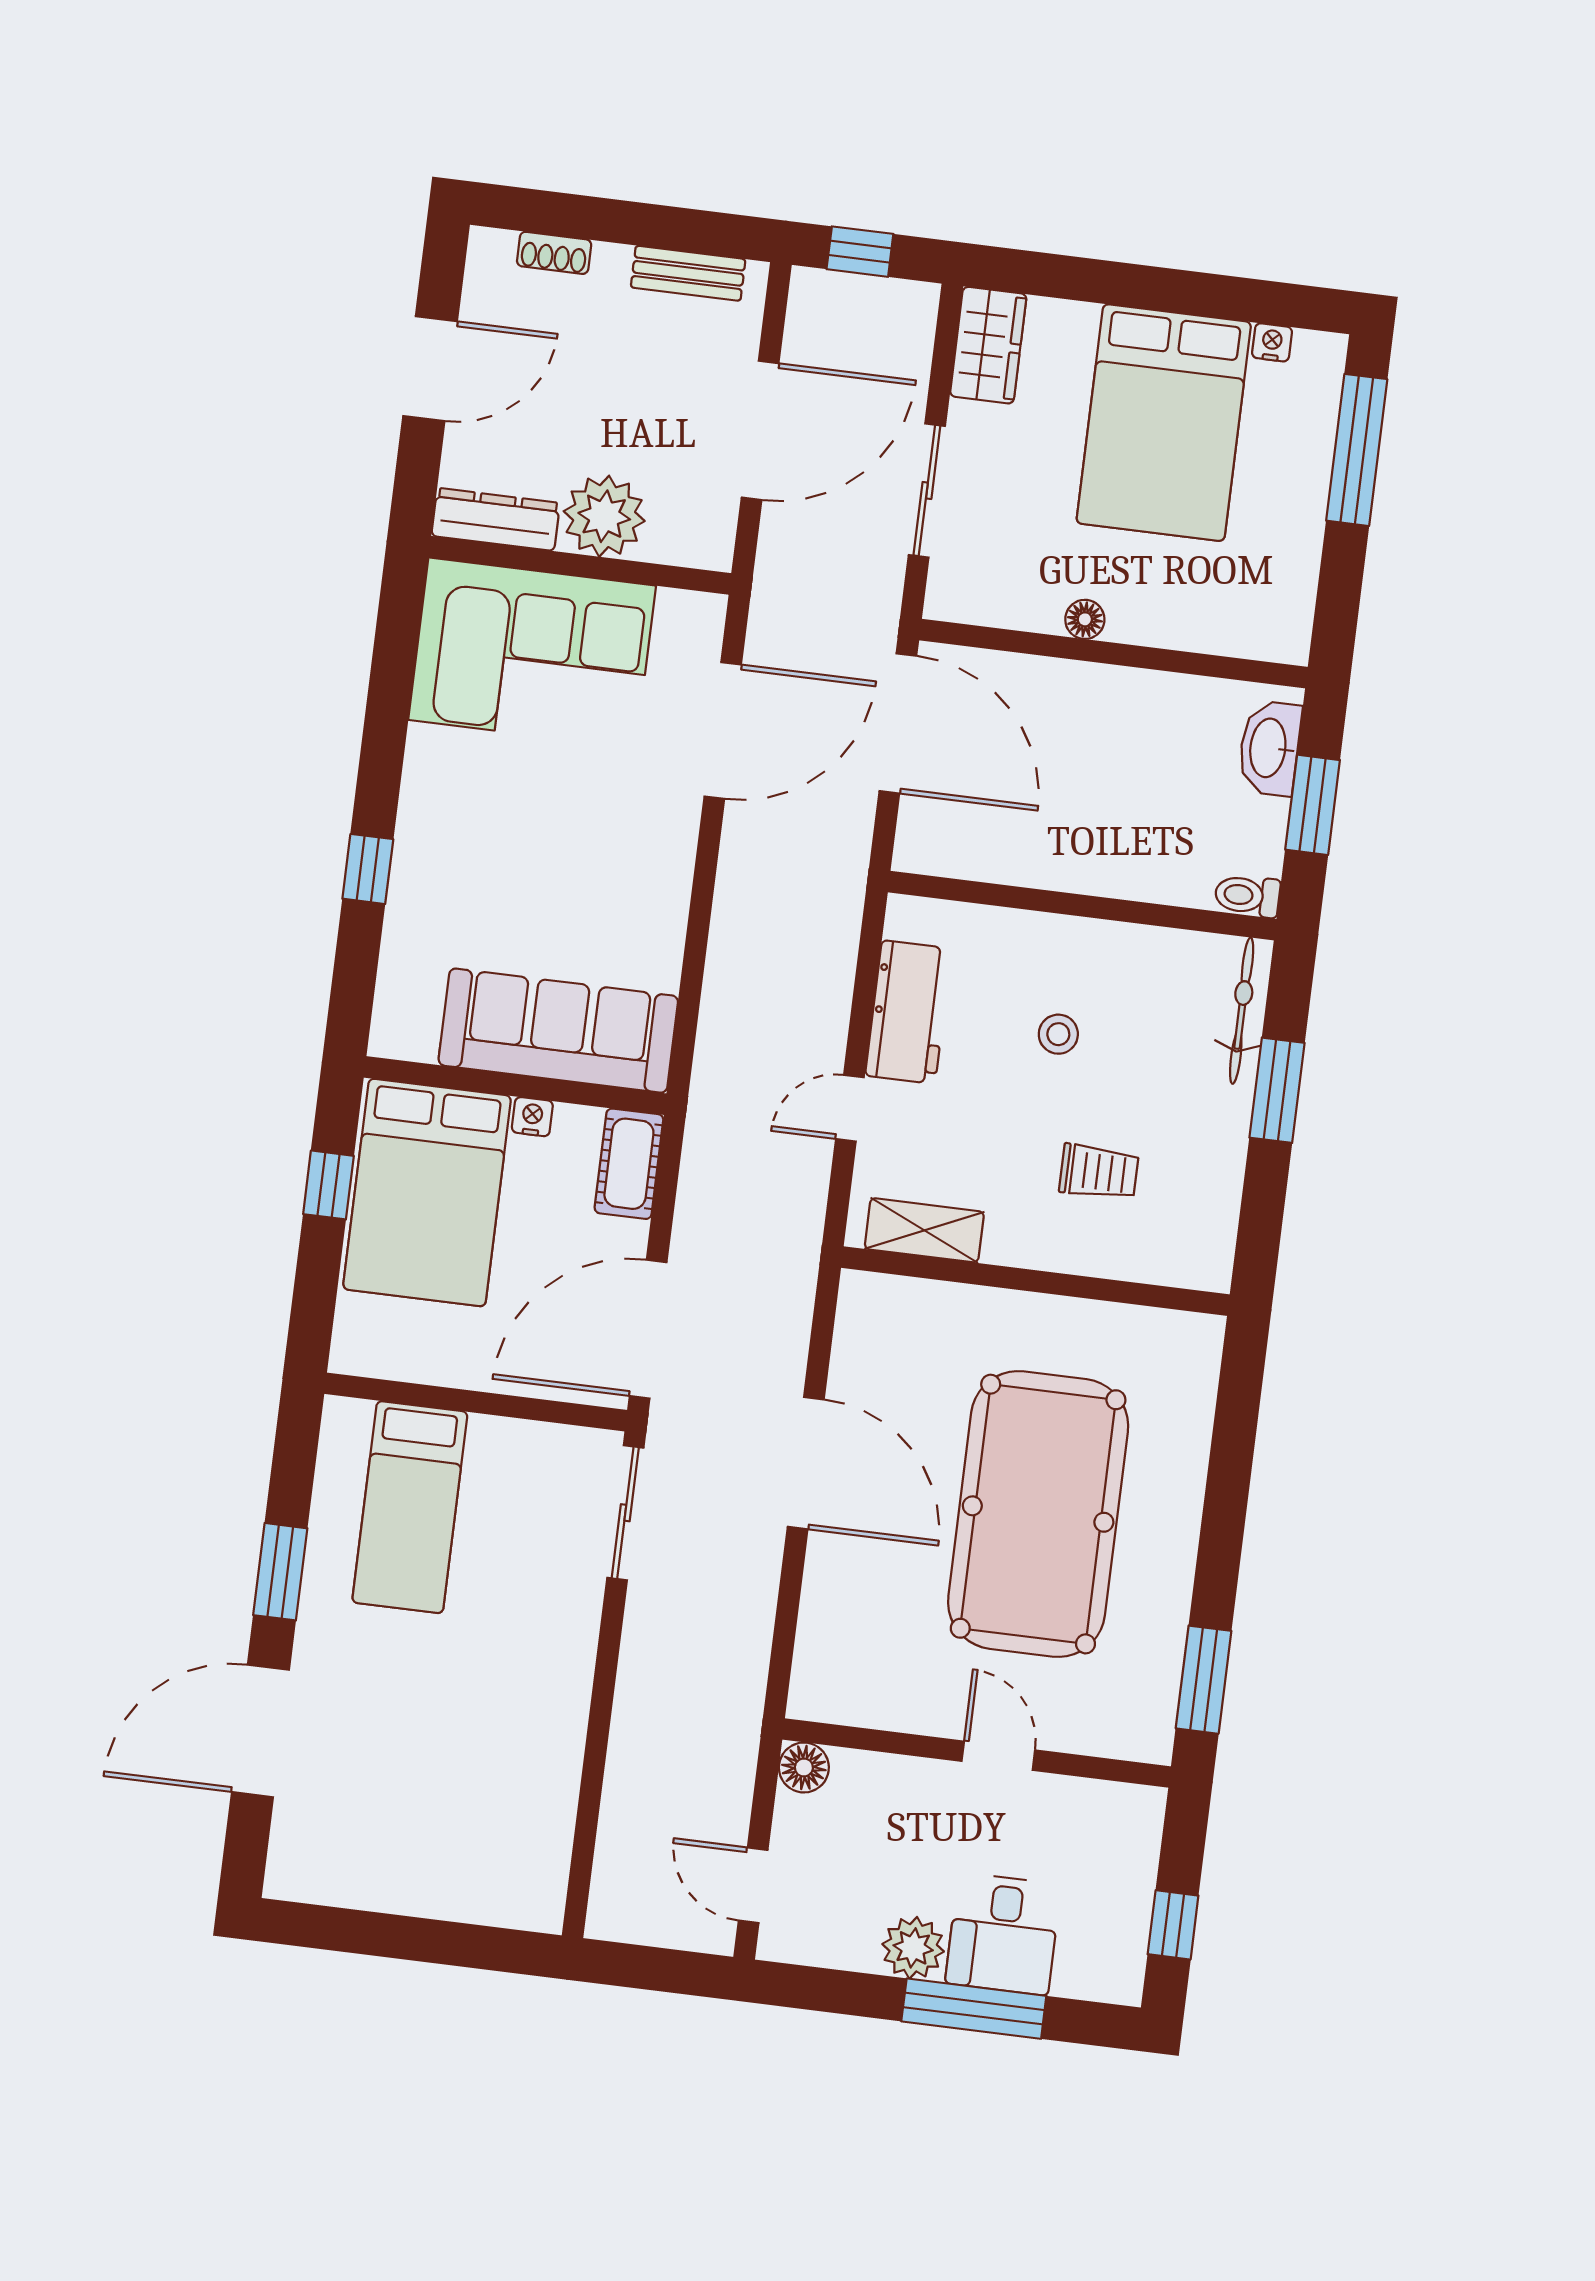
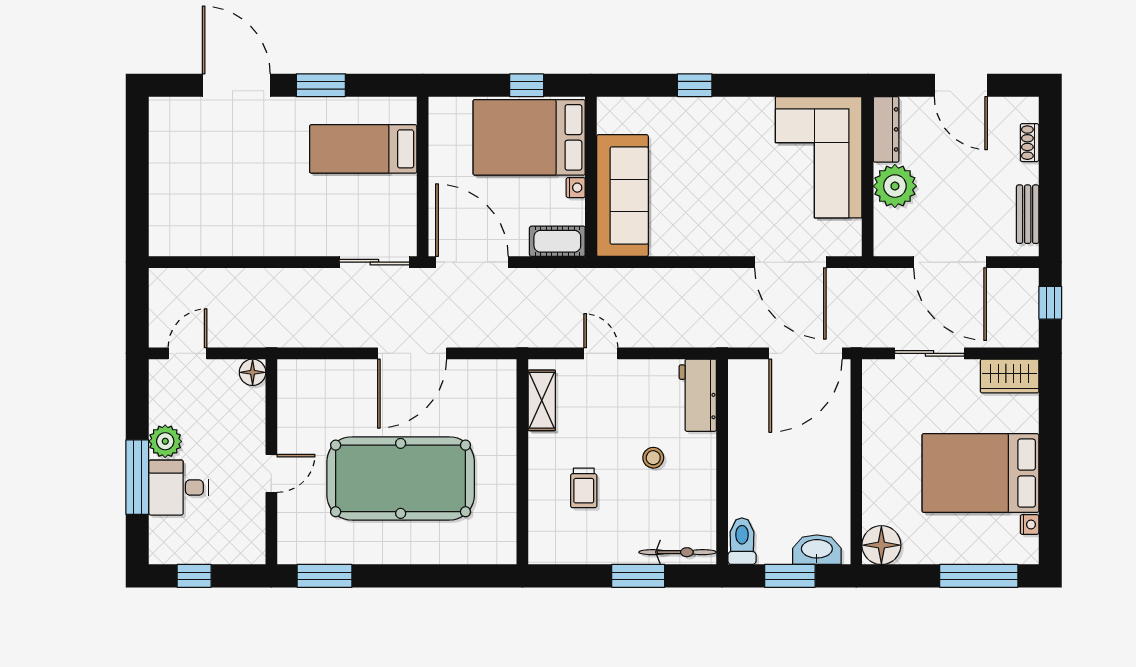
floor lamp: (1085, 619) -> (881, 545), moved, width x1.89, depth x1.89
toilet: (1247, 896) -> (742, 541), width x1.37, depth x1.39
workbench: (908, 1012) -> (698, 395), moved, turned 90

